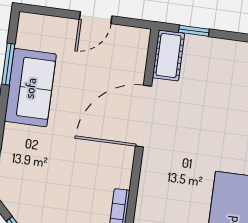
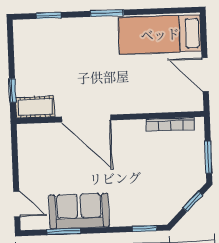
door: (96, 18) -> (17, 204), moved

